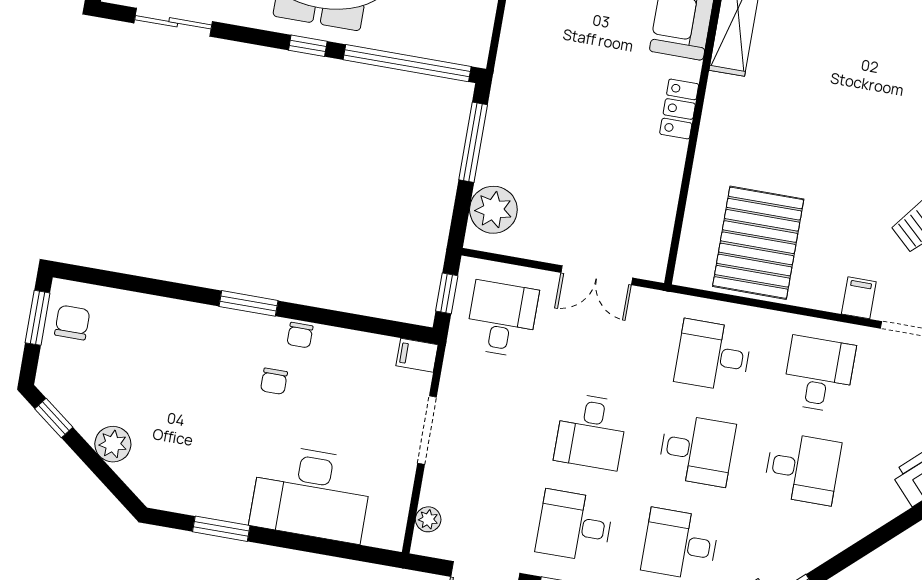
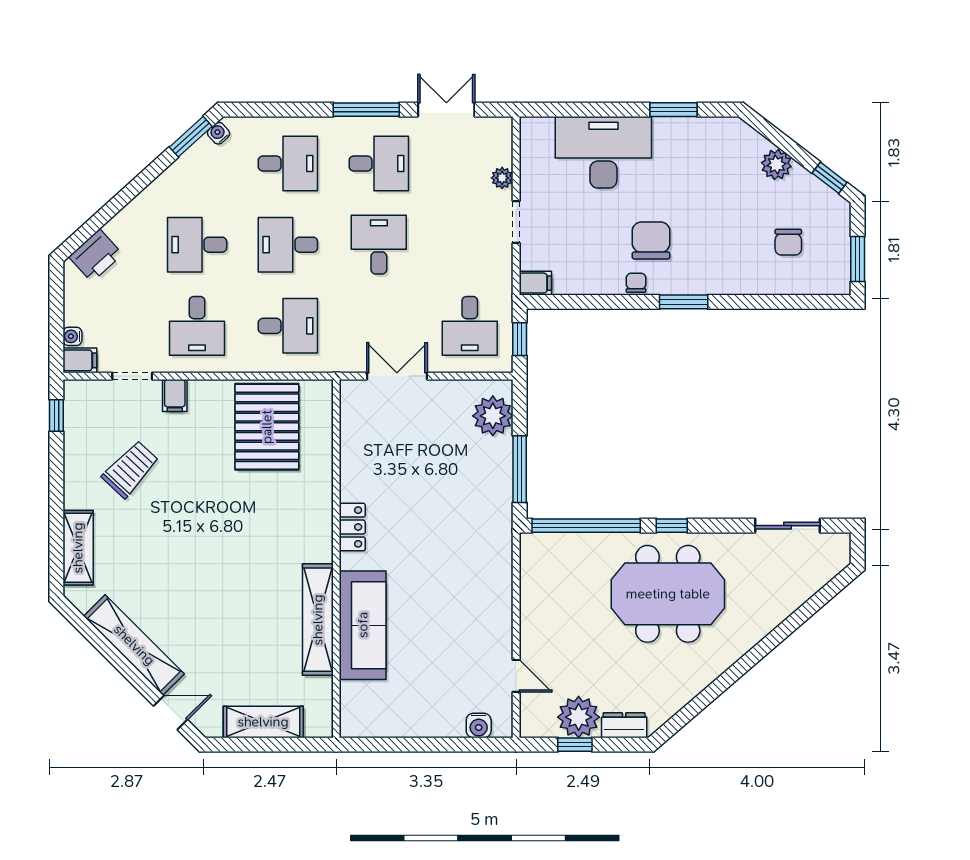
chair: (72, 323) -> (788, 242), moved
chair: (274, 381) -> (651, 241), width x1.87, depth x1.87
doorway: (427, 430) -> (516, 222), width x0.73
plant: (428, 519) -> (502, 178), moved

